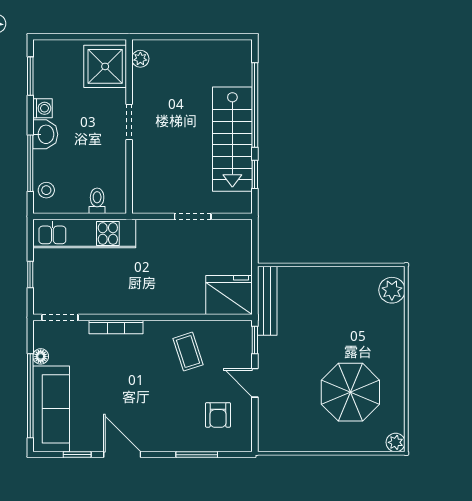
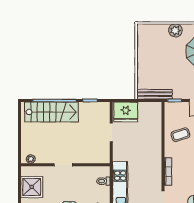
shower: (105, 66) -> (32, 187), moved
stairs: (232, 139) -> (51, 112), moved
plant: (392, 290) -> (175, 30), moved
fridge: (229, 295) -> (126, 112), moved, turned -90

